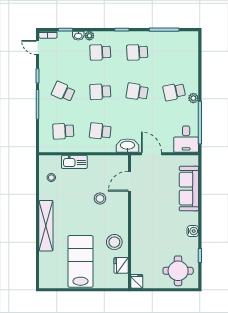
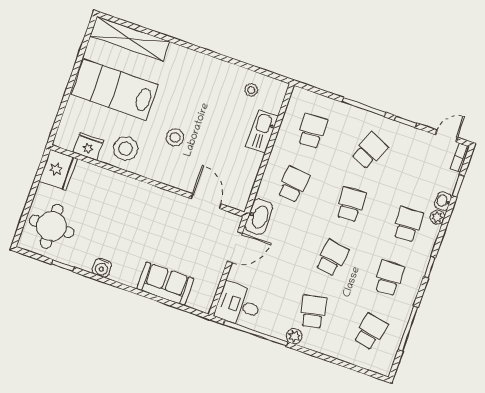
school desk: (174, 52) -> (370, 332), added
sofa: (189, 189) -> (165, 284), width x0.73
stool: (100, 198) -> (175, 138), moved
shelving: (46, 226) -> (130, 39), moved
lab bench: (80, 261) -> (115, 90), turned 180
fridge: (137, 281) -> (58, 170), width x1.88, depth x1.34

